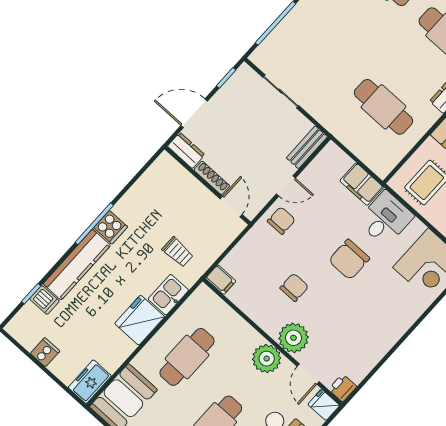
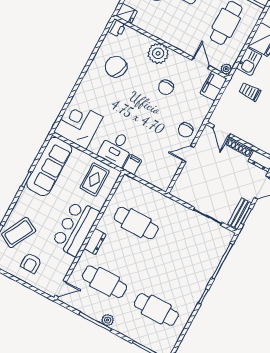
bench: (307, 147) -> (240, 214), moved
filing cabinet: (362, 184) -> (132, 165), width x0.50
chair: (349, 259) -> (116, 67), moved, turned -69
filing cabinet: (221, 280) -> (213, 86), width x2.00
plant: (267, 359) -> (226, 69), moved, width x0.53, depth x0.53
door: (308, 374) -> (201, 63), moved

